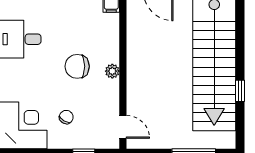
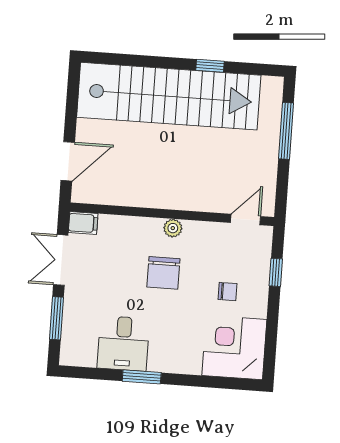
chair: (66, 117) -> (228, 292), turned 150

